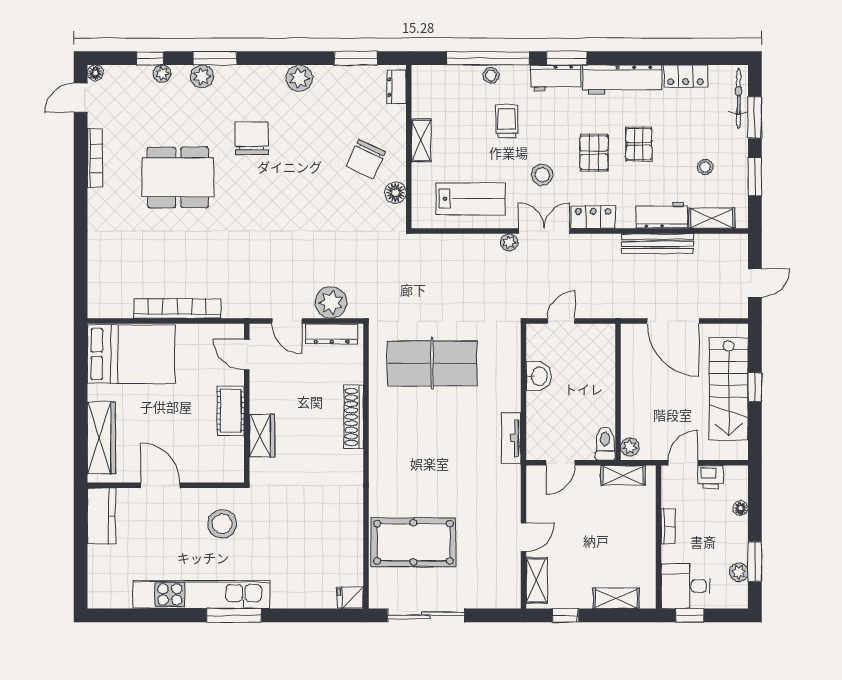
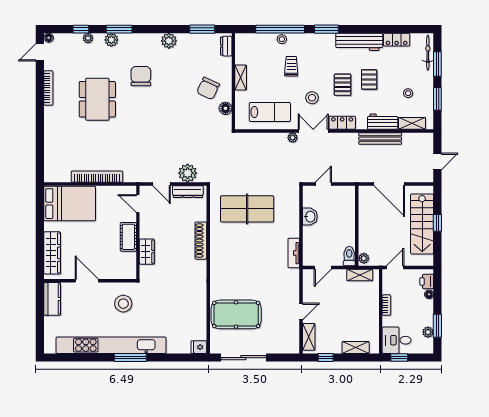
workbench: (556, 78) -> (320, 41), removed
dining table: (178, 177) -> (97, 99), turned 90
printer: (711, 477) -> (427, 281), moved, turned 90
kitchen unit: (201, 594) -> (111, 345), width x1.36

